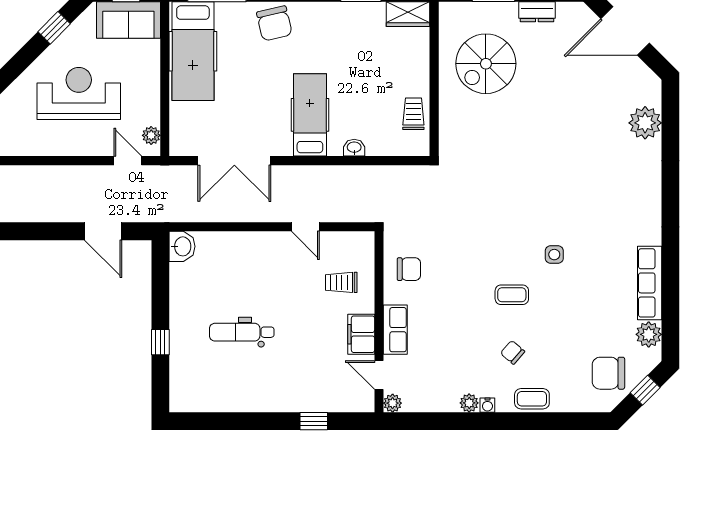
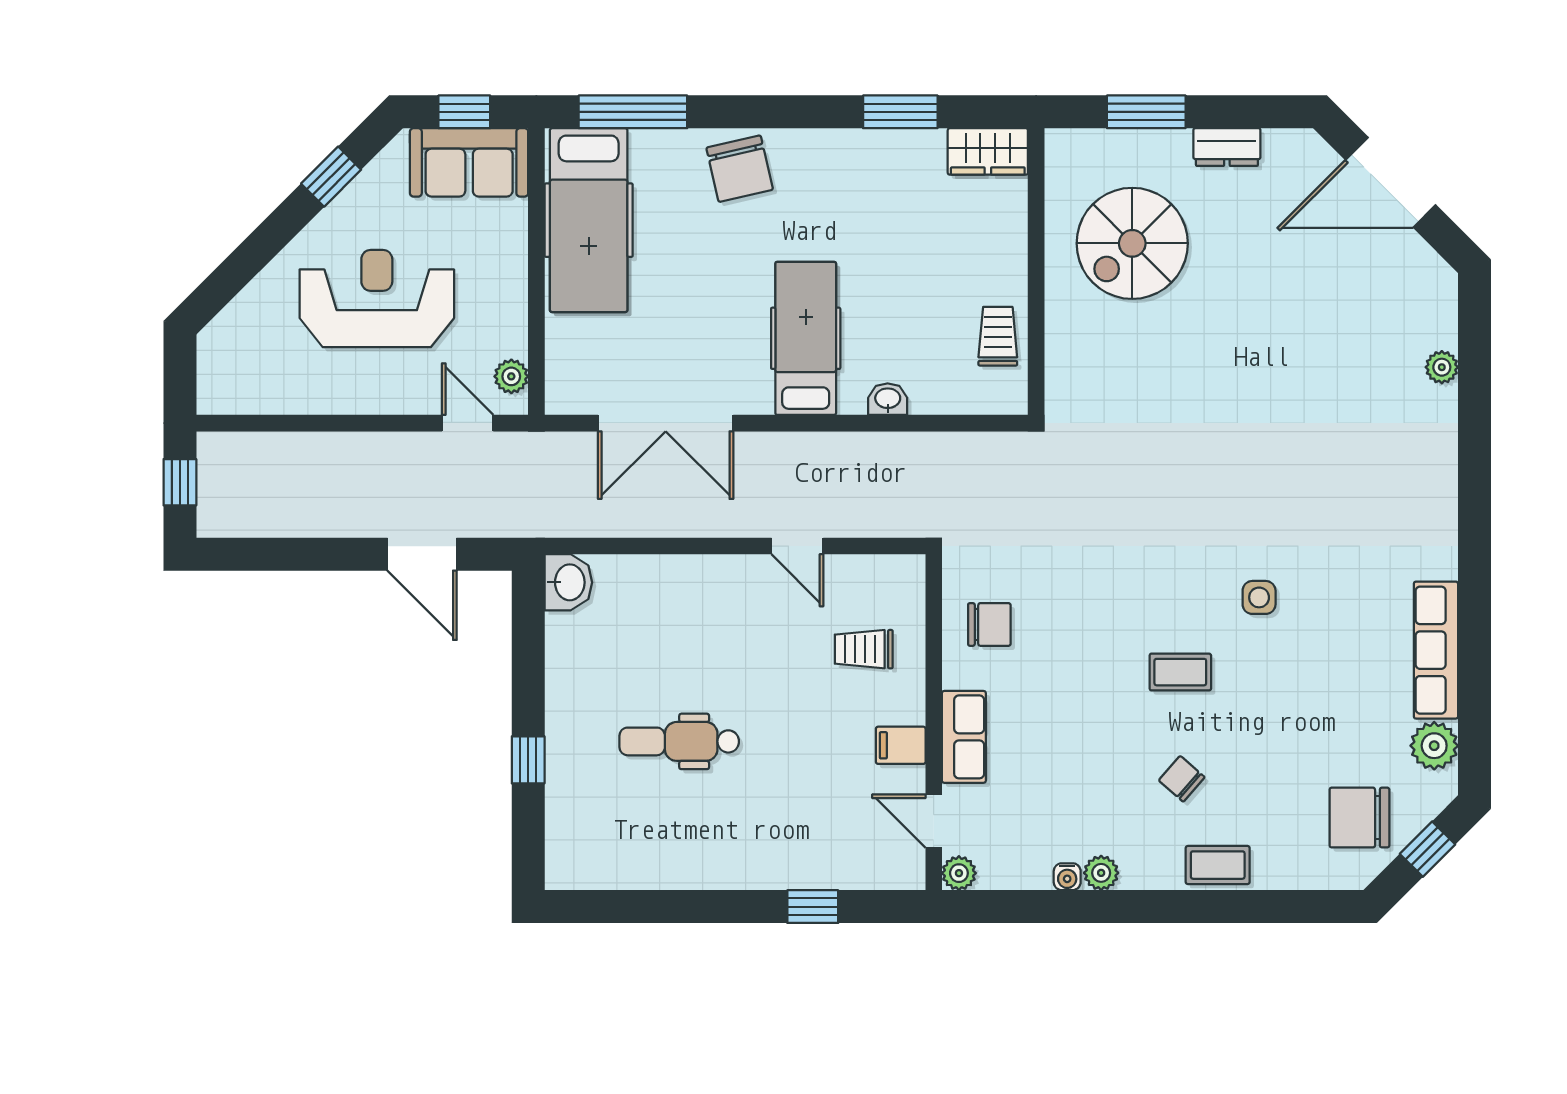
plant: (645, 123) -> (1442, 367), width x0.53, depth x0.53
filing cabinet: (361, 334) -> (901, 745), width x0.50
water cooler: (487, 405) -> (1067, 877), moved

